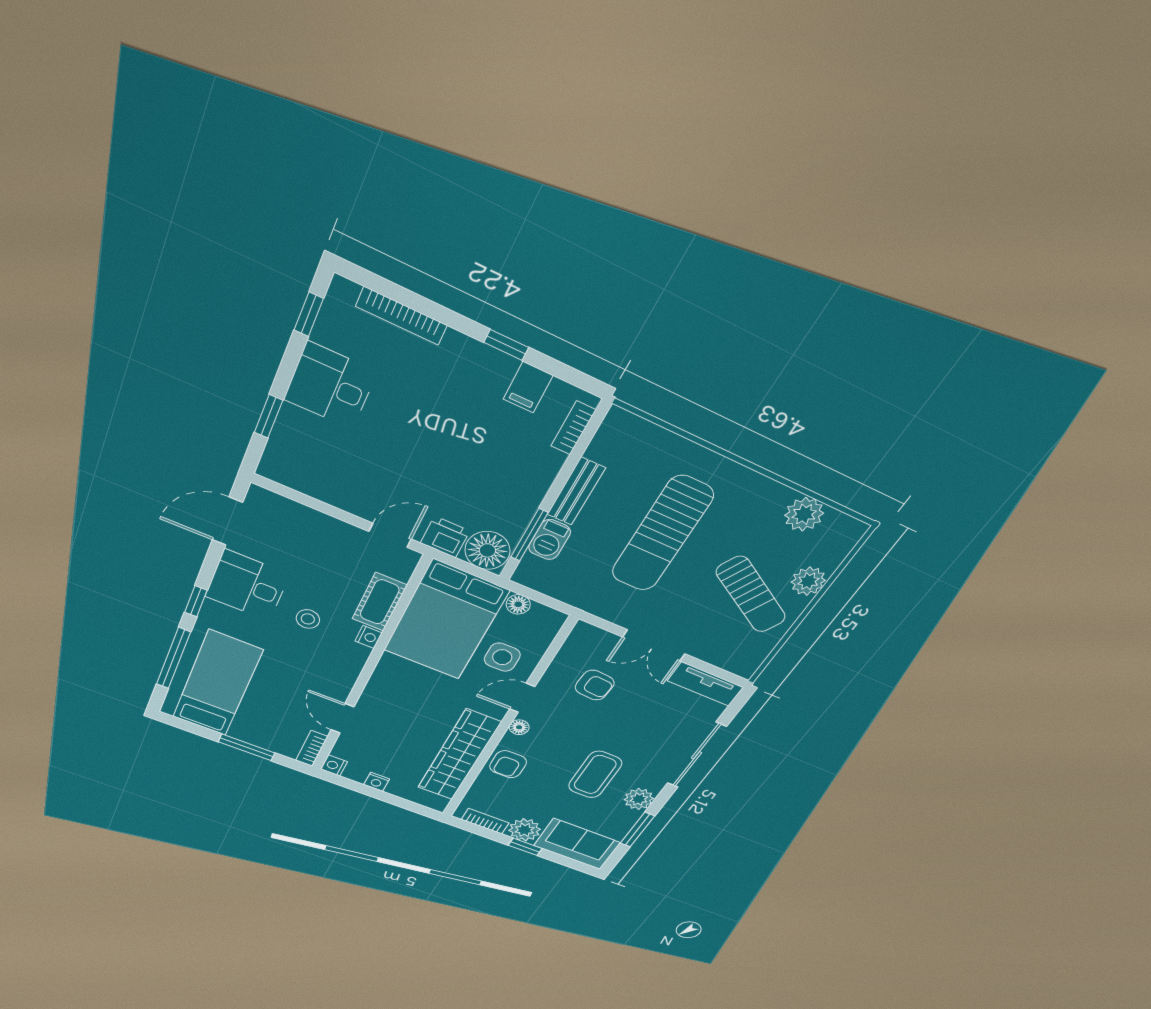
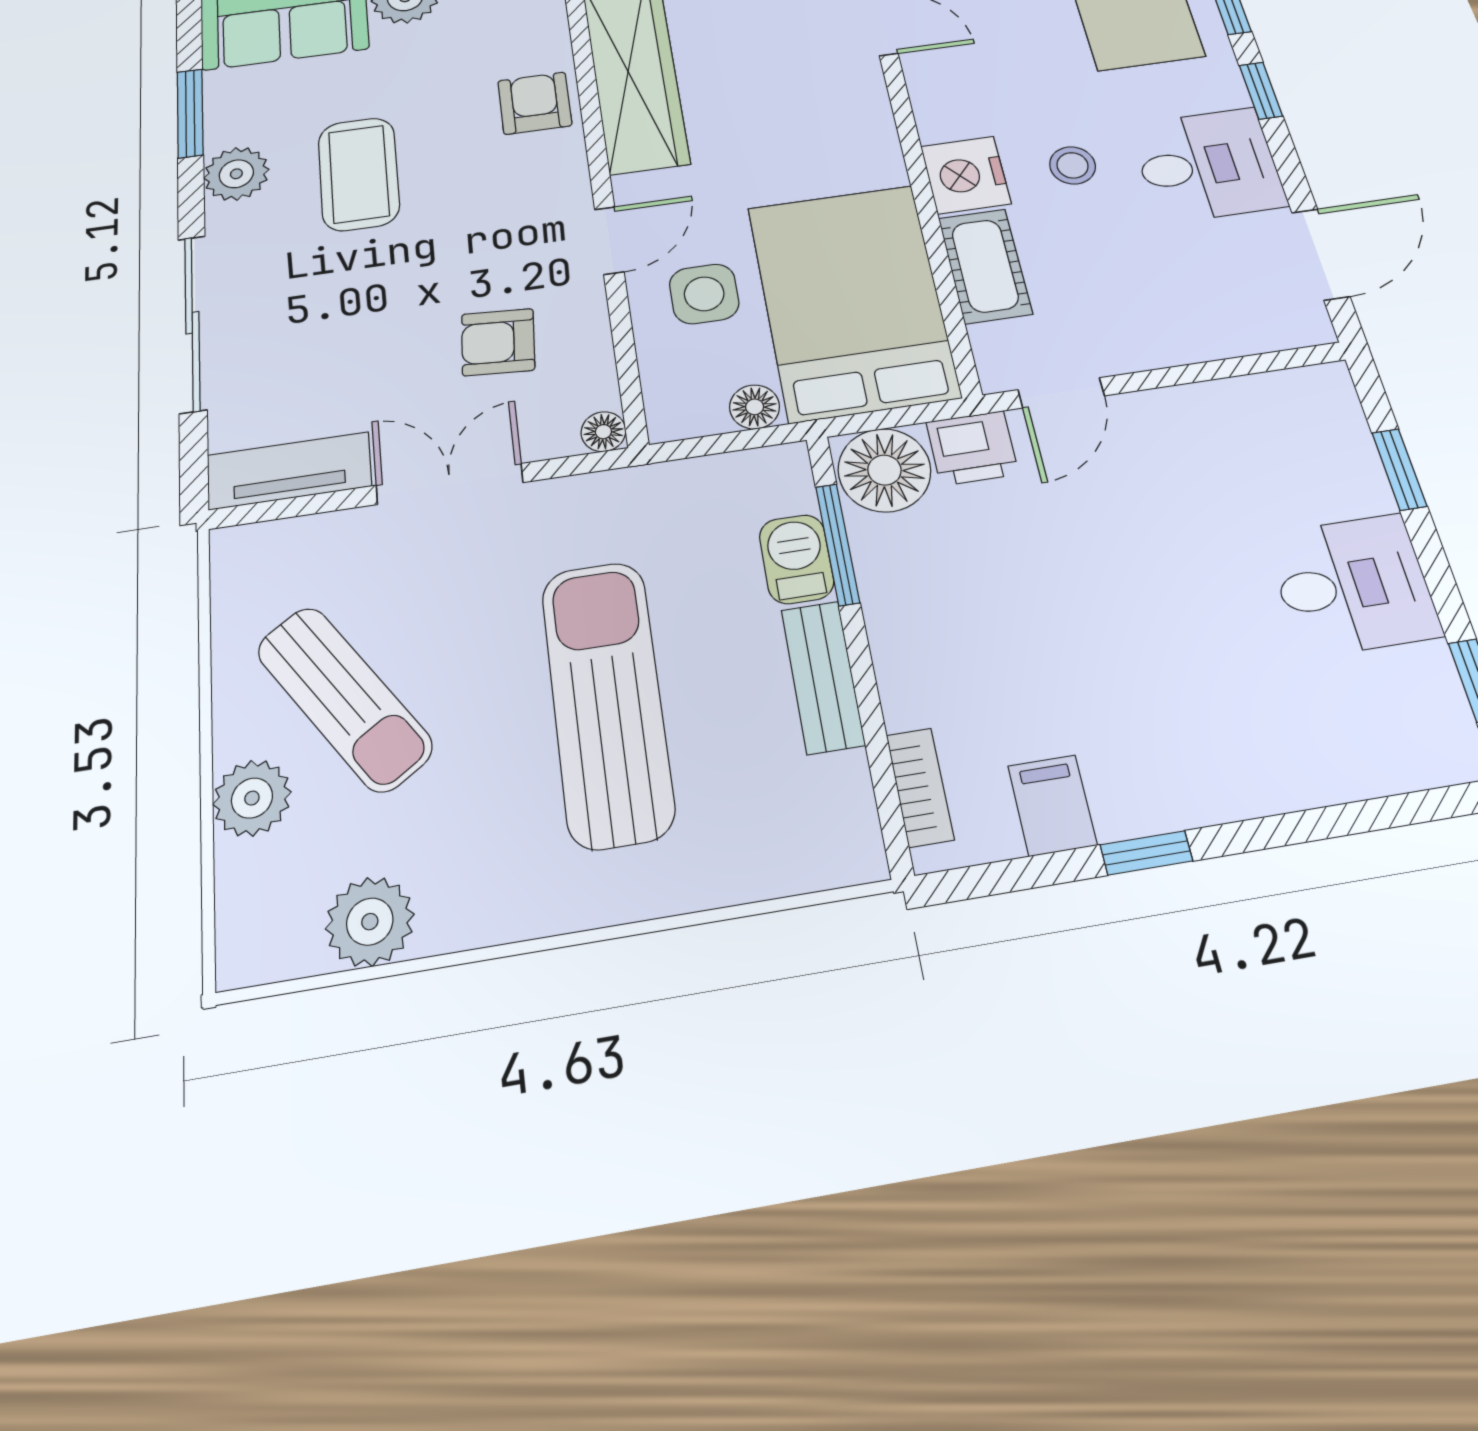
bookcase: (402, 316) -> (1343, 781), removed
sun lounger: (751, 595) -> (344, 698), turned -153
nightstand: (369, 637) -> (966, 175), width x1.89, depth x1.79
floor lamp: (519, 727) -> (603, 432), moved

